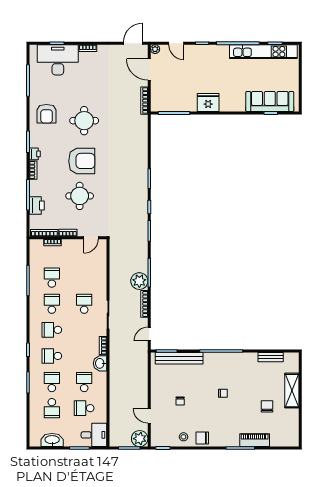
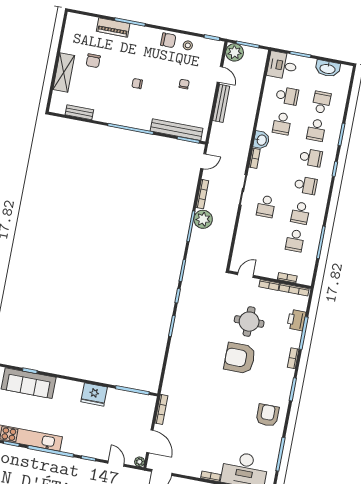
round table: (84, 121) -> (229, 400), removed
printer: (35, 154) -> (288, 375), removed
bench: (143, 390) -> (221, 103), added

